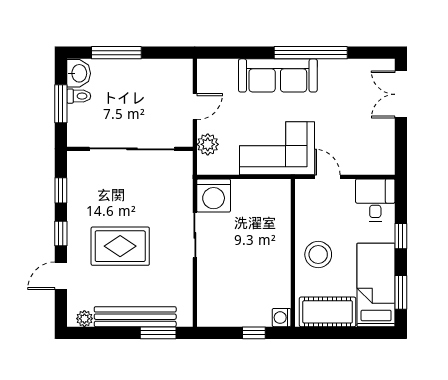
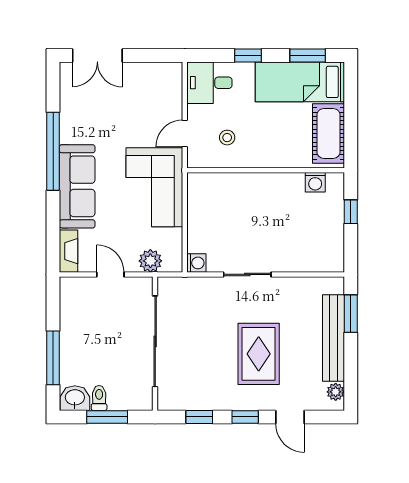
fireplace: (217, 67) -> (68, 251), added
washing machine: (214, 195) -> (196, 263), width x0.53, depth x0.53
stool: (318, 255) -> (227, 138), moved, width x0.53, depth x0.53
washing machine: (282, 318) -> (315, 182), moved

